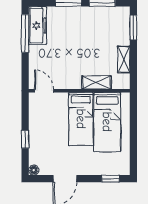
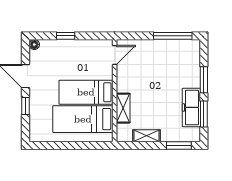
freezer: (38, 25) -> (191, 107), moved, turned 90
window: (111, 179) -> (26, 106), moved

